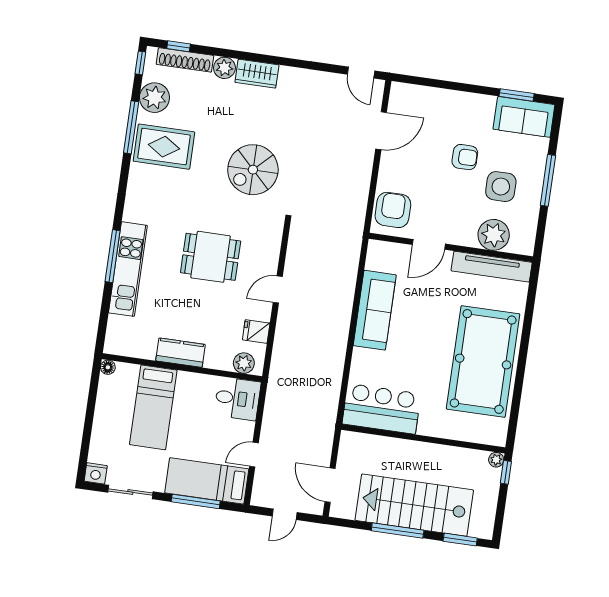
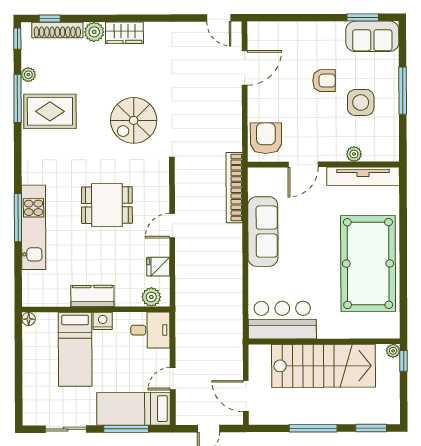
plant: (154, 98) -> (28, 75), width x0.53, depth x0.53
plant: (494, 235) -> (354, 154), width x0.53, depth x0.53
bookcase: (351, 258) -> (234, 188), added
nightstand: (96, 473) -> (103, 321), moved, turned 180
stairs: (414, 505) -> (323, 366), moved, turned 180

